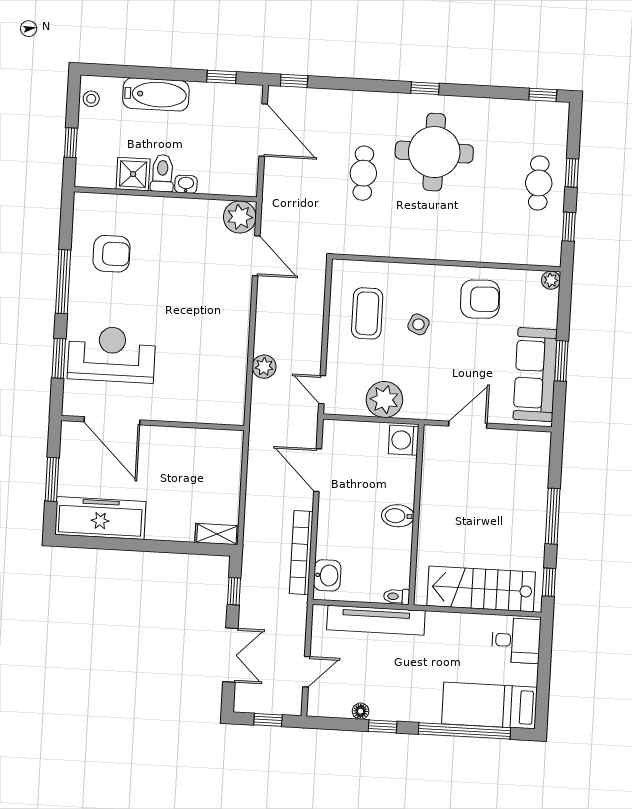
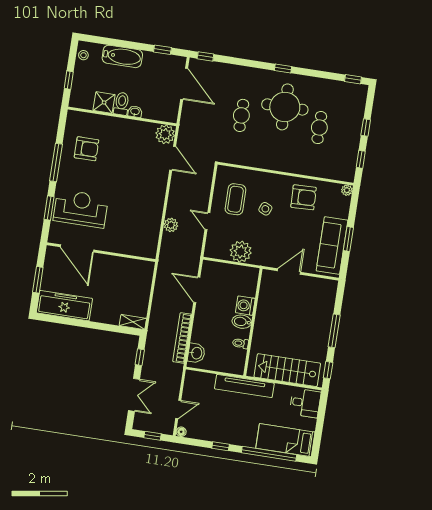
cafe table: (539, 183) -> (319, 128), moved
door: (322, 390) -> (207, 221), moved
washing machine: (404, 440) -> (245, 306), moved
toilet: (397, 596) -> (240, 343), moved
tv unit: (376, 620) -> (244, 386), moved
floor lamp: (361, 711) -> (181, 432), moved

